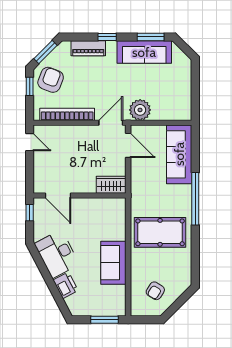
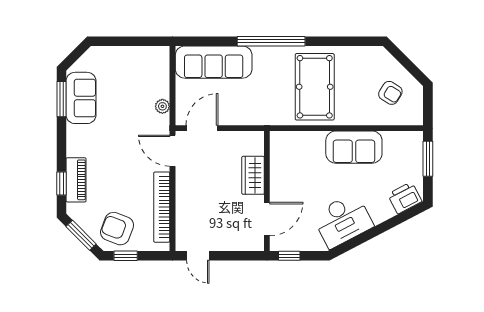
window: (107, 37) -> (61, 183), moved
sofa: (144, 52) -> (81, 98), width x0.73
plant: (140, 110) -> (162, 106), width x0.53, depth x0.53
door: (30, 142) -> (198, 256), swing flipped
wardrobe: (111, 185) -> (253, 175), moved
printer: (66, 285) -> (405, 198), moved

